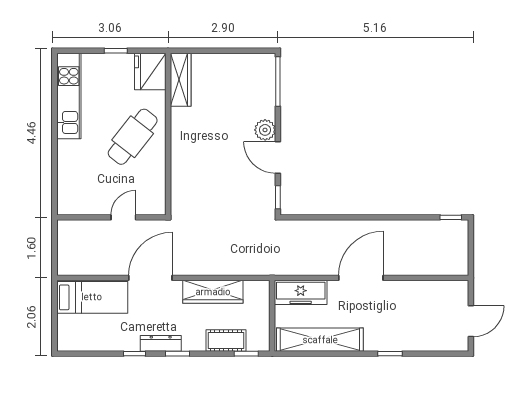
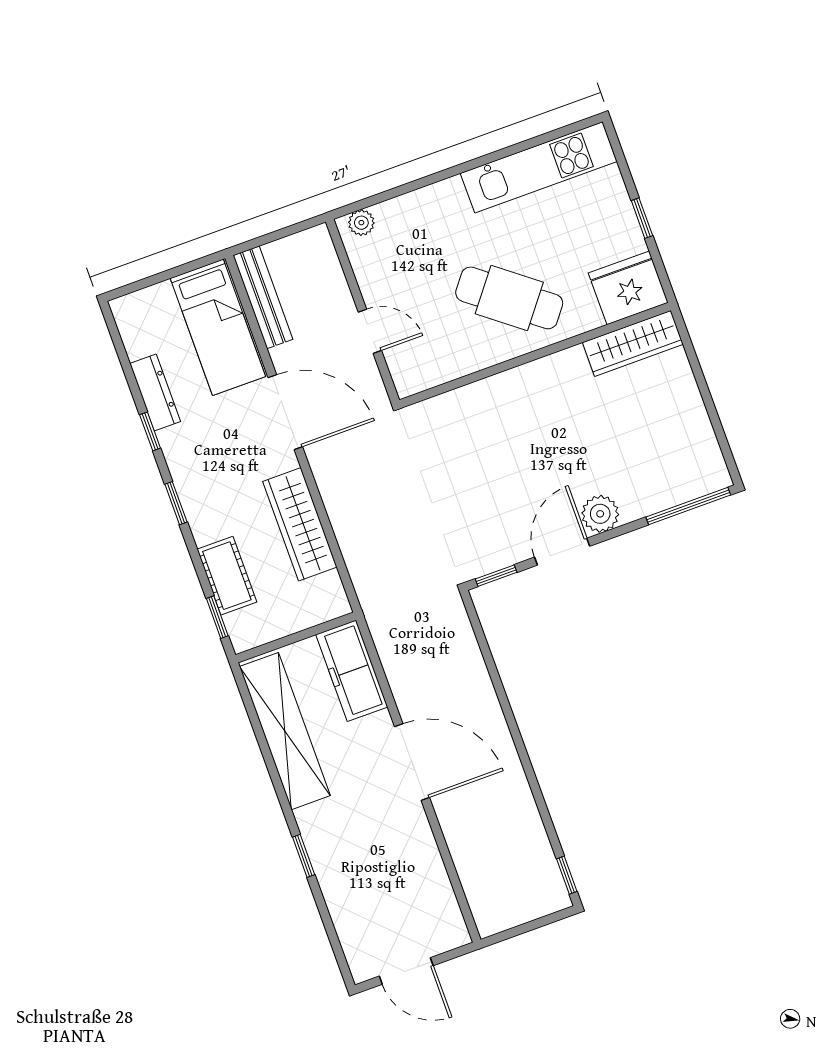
plant: (64, 201) -> (361, 223), added
bench: (85, 268) -> (263, 297), added
dresser: (161, 343) -> (155, 392), moved

